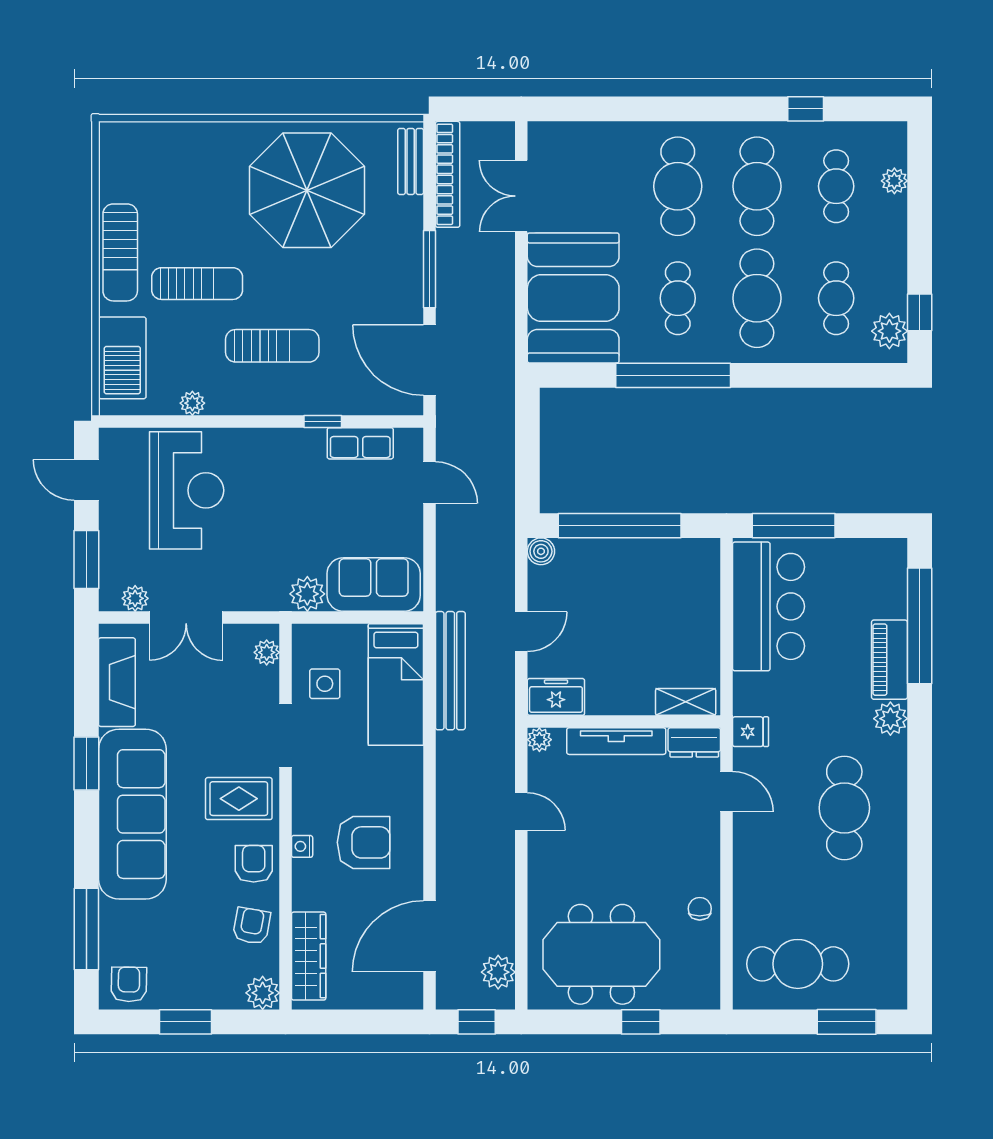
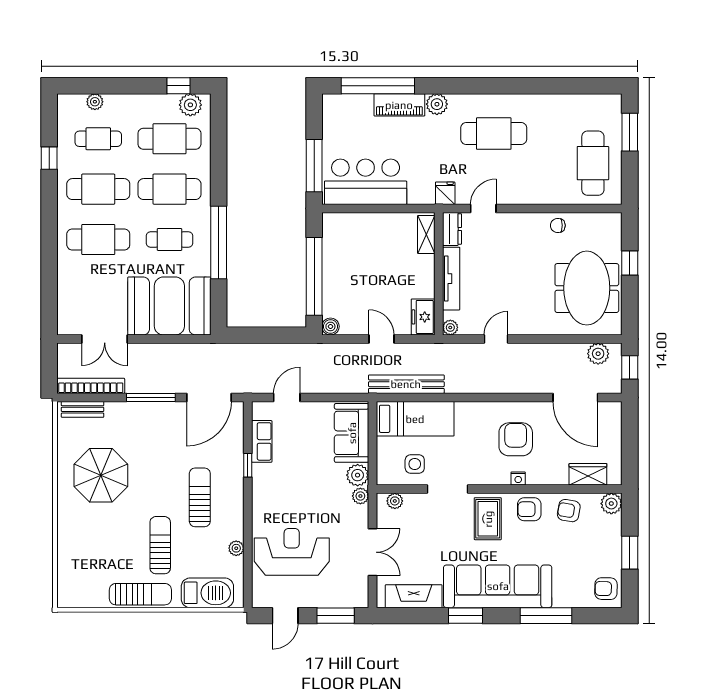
parasol: (307, 190) -> (101, 475), width x0.73, depth x0.73
cafe table: (836, 298) -> (169, 139), width x1.37, depth x1.35
plant: (135, 598) -> (360, 496), moved
window: (86, 929) -> (546, 616), moved
wardrobe: (309, 956) -> (588, 474), width x0.67

